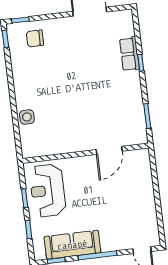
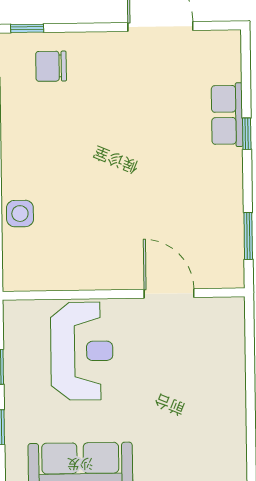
door: (109, 150) -> (169, 293), swing flipped
reception desk: (48, 191) -> (82, 351), moved, turned 180

